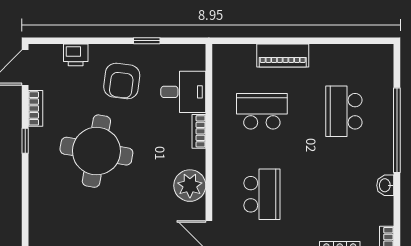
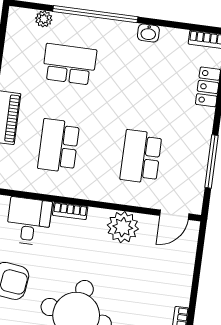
plant: (385, 80) -> (44, 19), added
school desk: (344, 111) -> (69, 64), turned 180
school desk: (262, 194) -> (141, 157), turned -90

